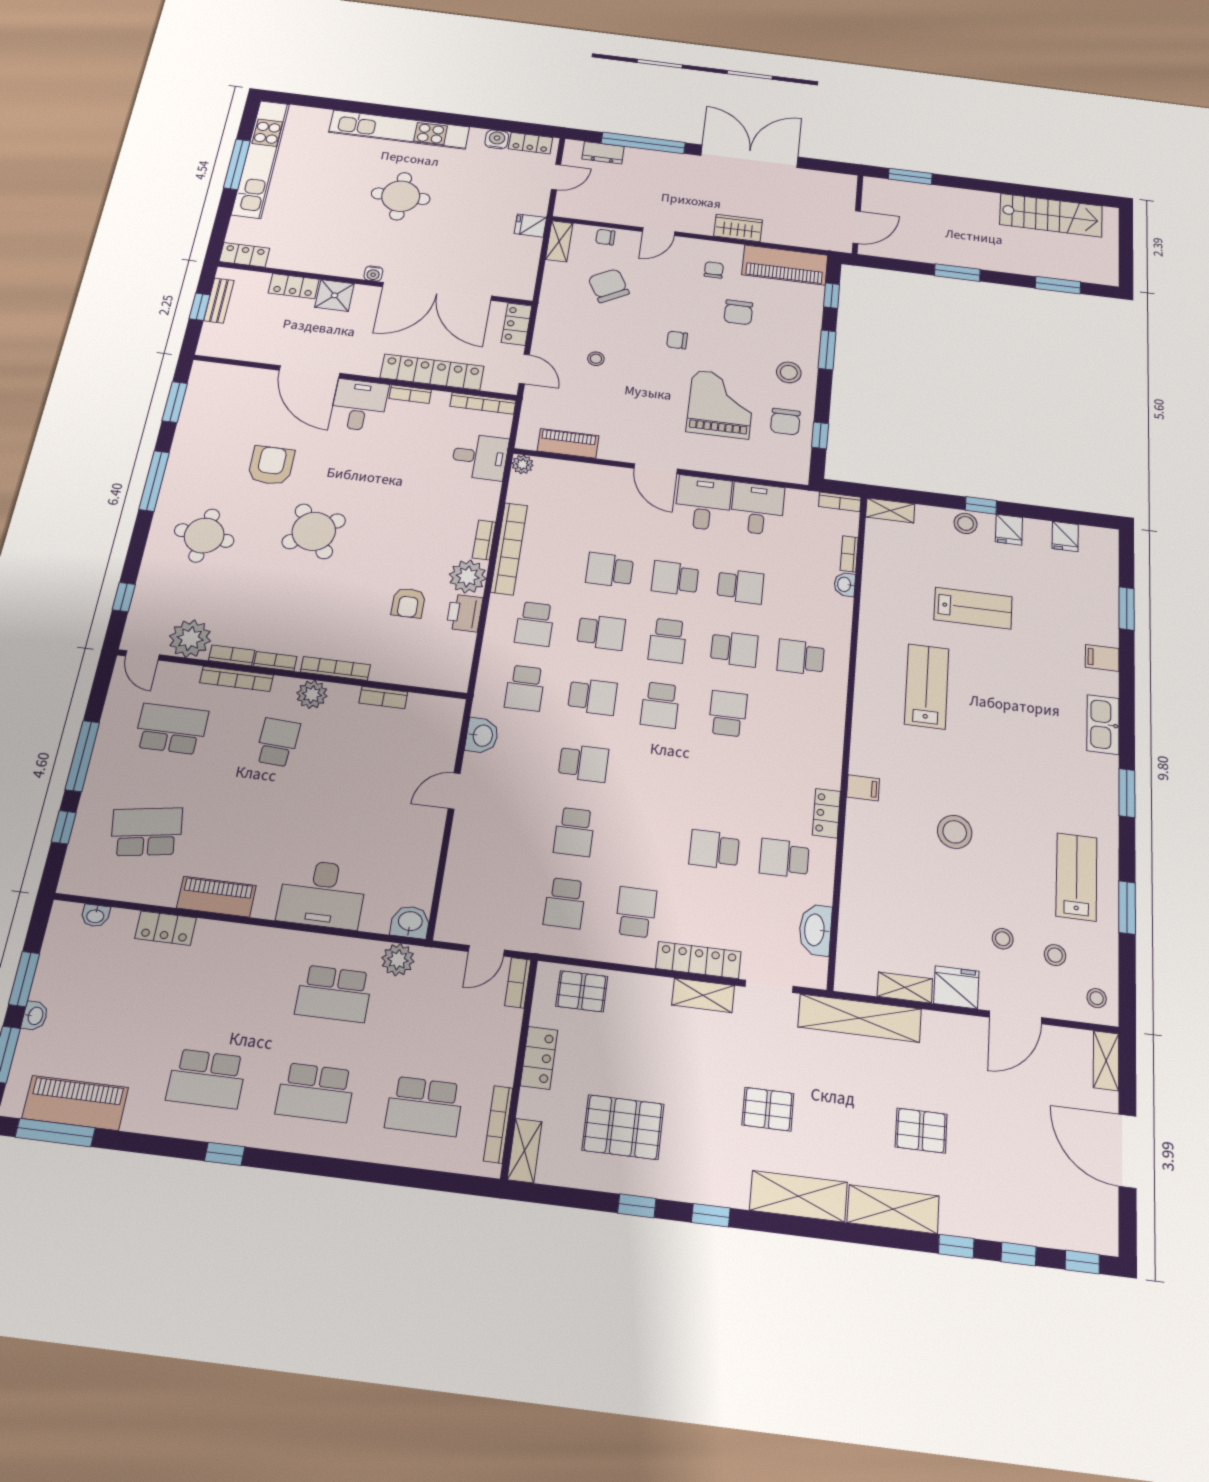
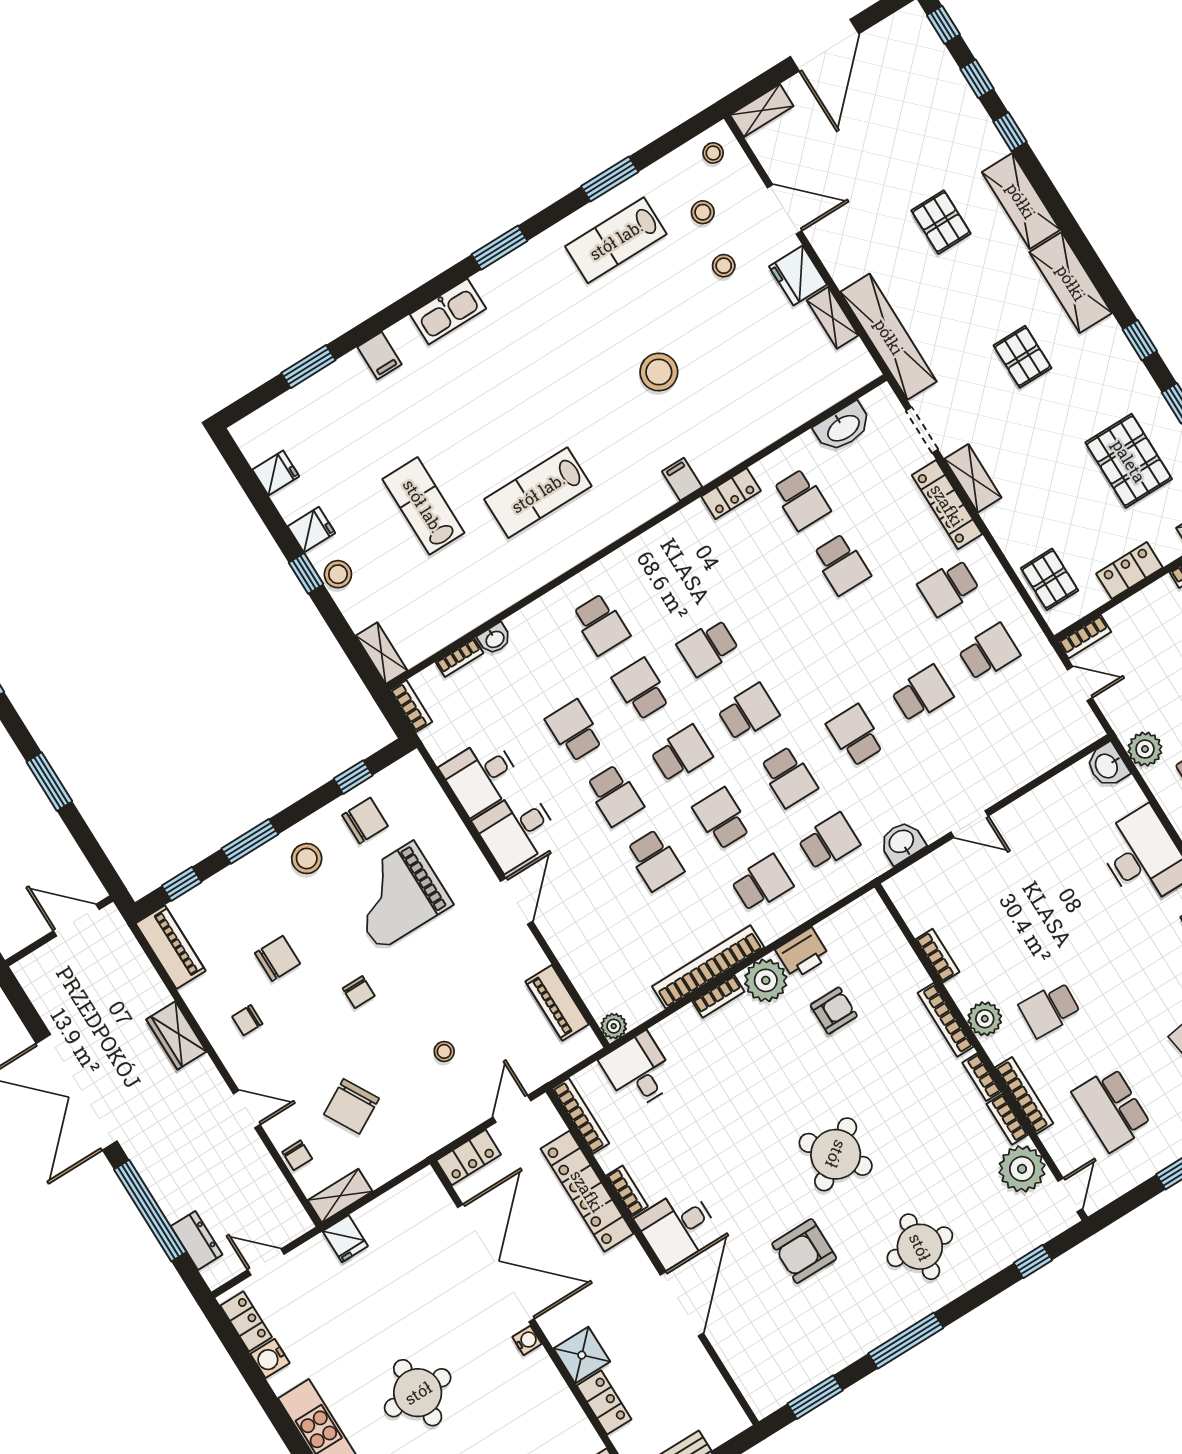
piano: (785, 265) -> (171, 947), width x0.73, depth x0.75
school desk: (592, 697) -> (789, 777), turned 180

